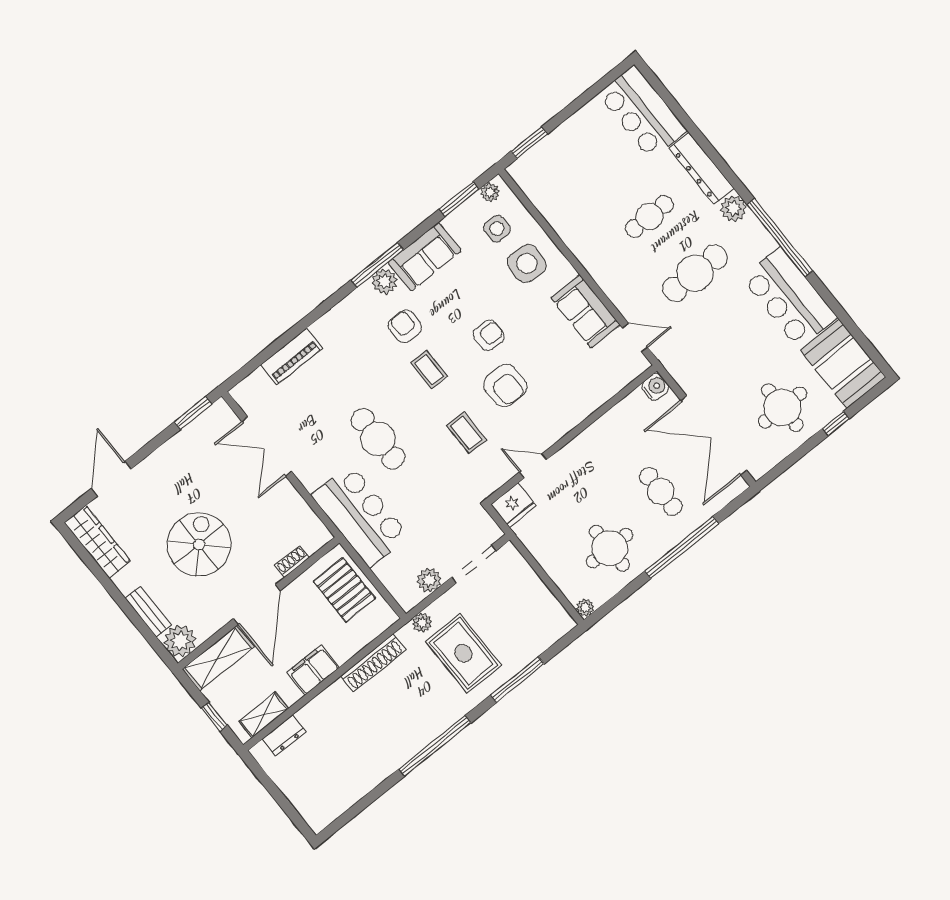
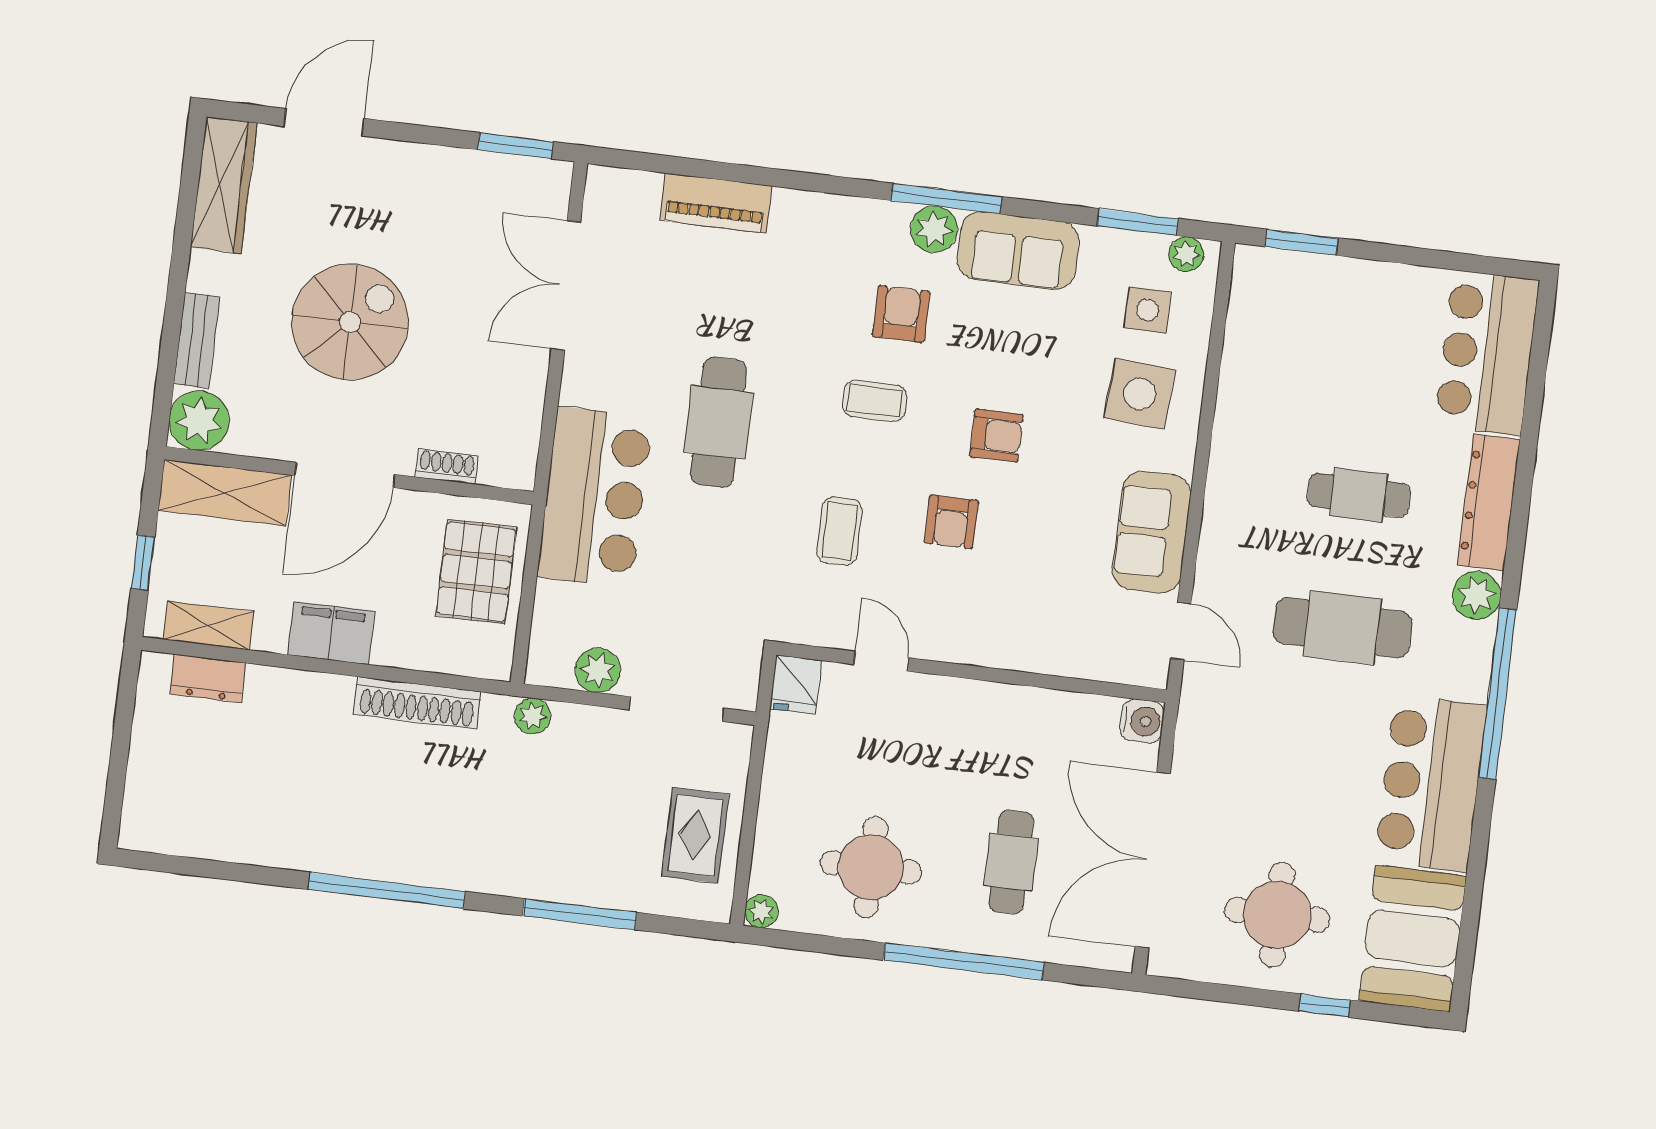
coffee table: (429, 370) -> (875, 401), turned 90
armchair: (505, 386) -> (951, 522), width x0.72, depth x0.72
fridge: (513, 505) -> (796, 685), width x0.72
rug: (463, 653) -> (695, 835), moved, width x0.73, depth x0.70

